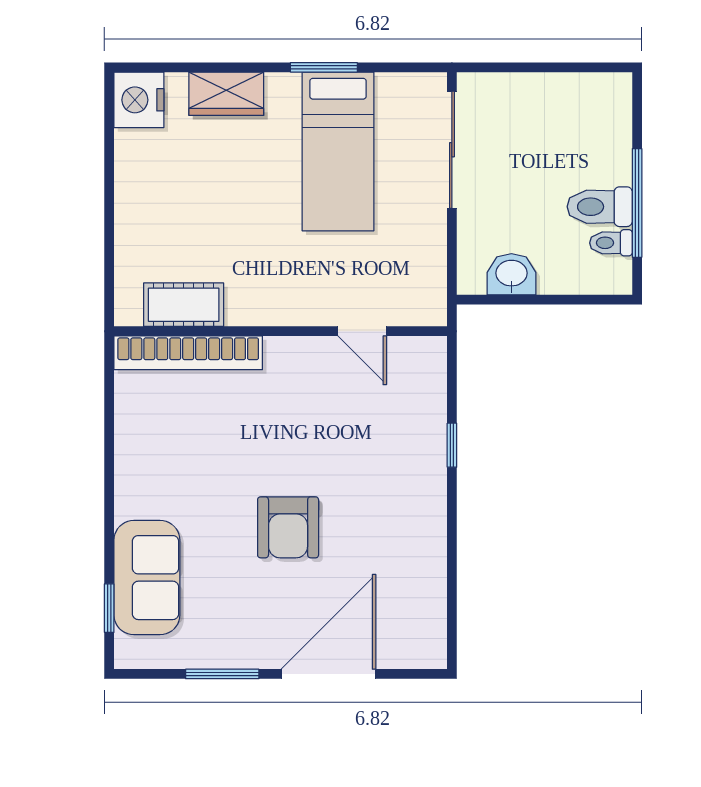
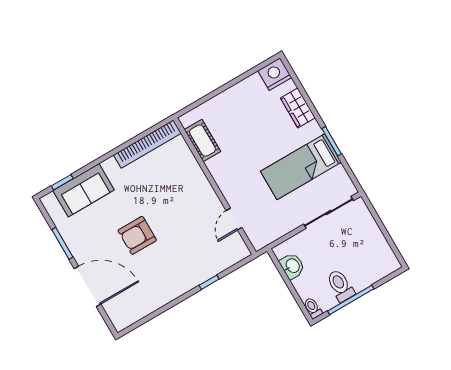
toilet: (611, 243) -> (313, 308), moved
bookcase: (188, 353) -> (147, 144), moved, turned -90

